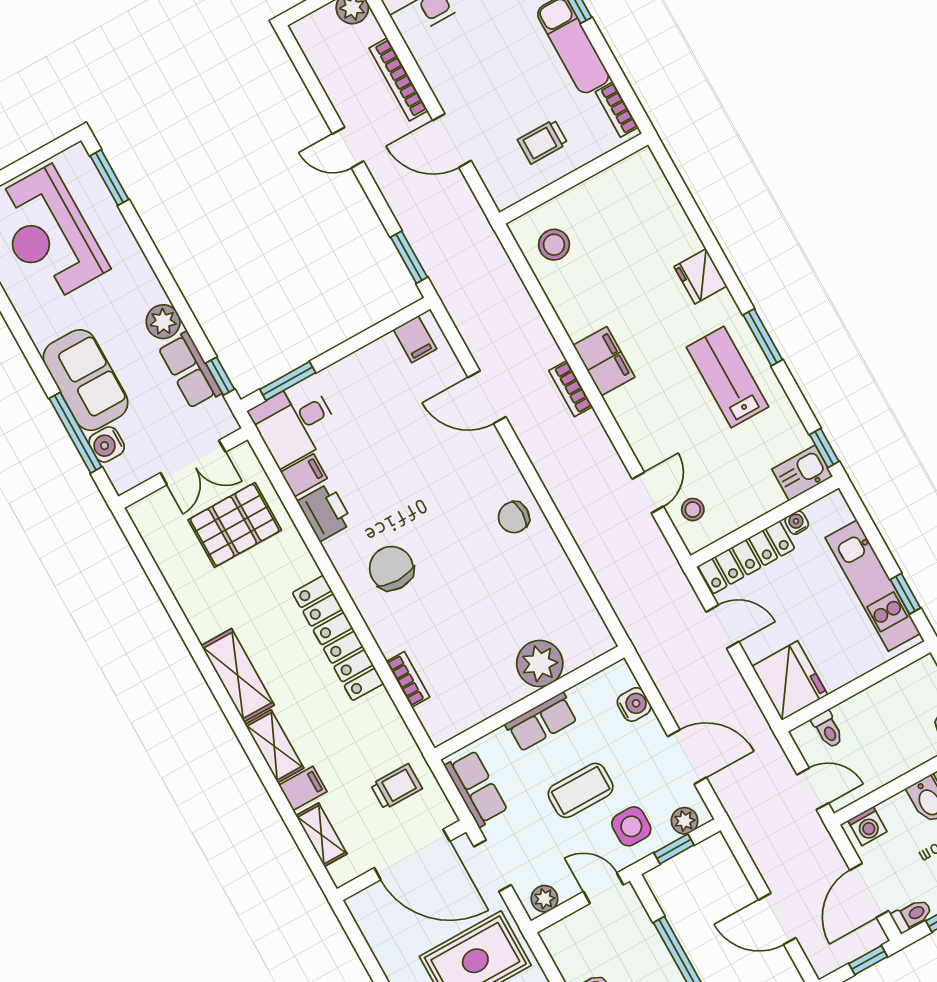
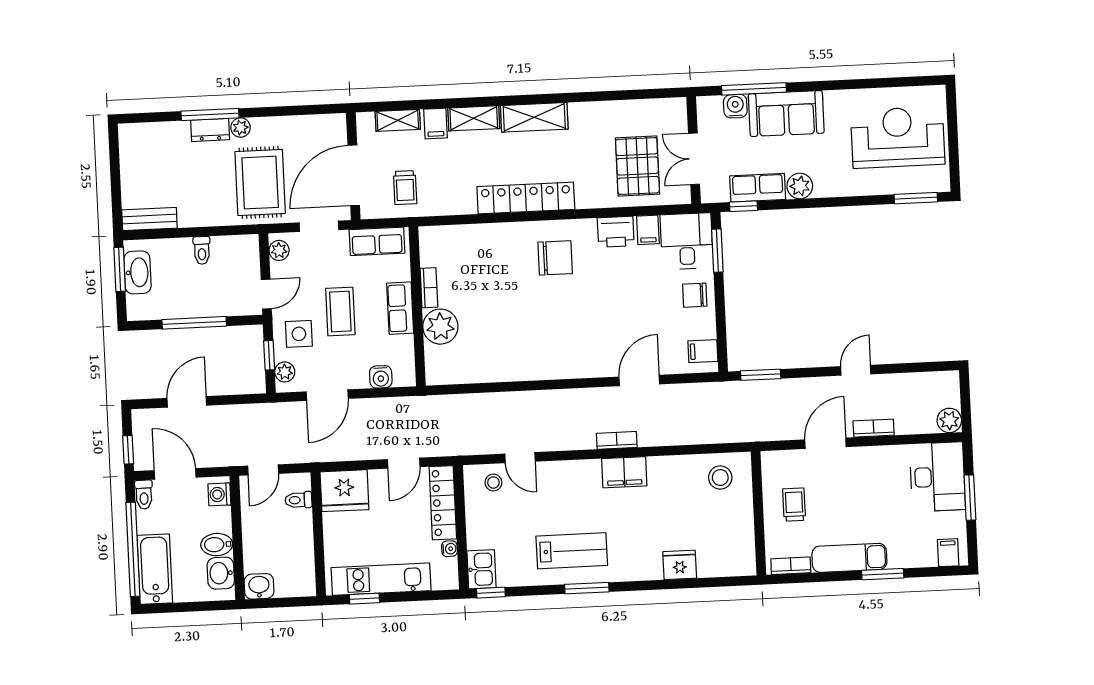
bookcase: (398, 79) -> (874, 428), width x0.64
fridge: (700, 276) -> (680, 565), moved
chair: (514, 517) -> (695, 295), moved, turned -90
bookcase: (408, 679) -> (429, 288), moved, turned -90

